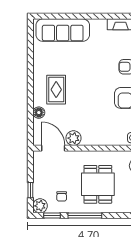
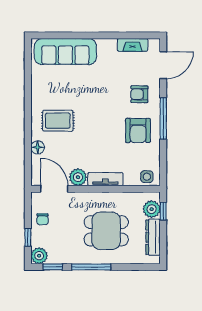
rug: (56, 90) -> (58, 121), turned 90
tv unit: (97, 140) -> (105, 179), added
dining table: (98, 184) -> (106, 231), turned 90
chair: (62, 196) -> (43, 219), moved

